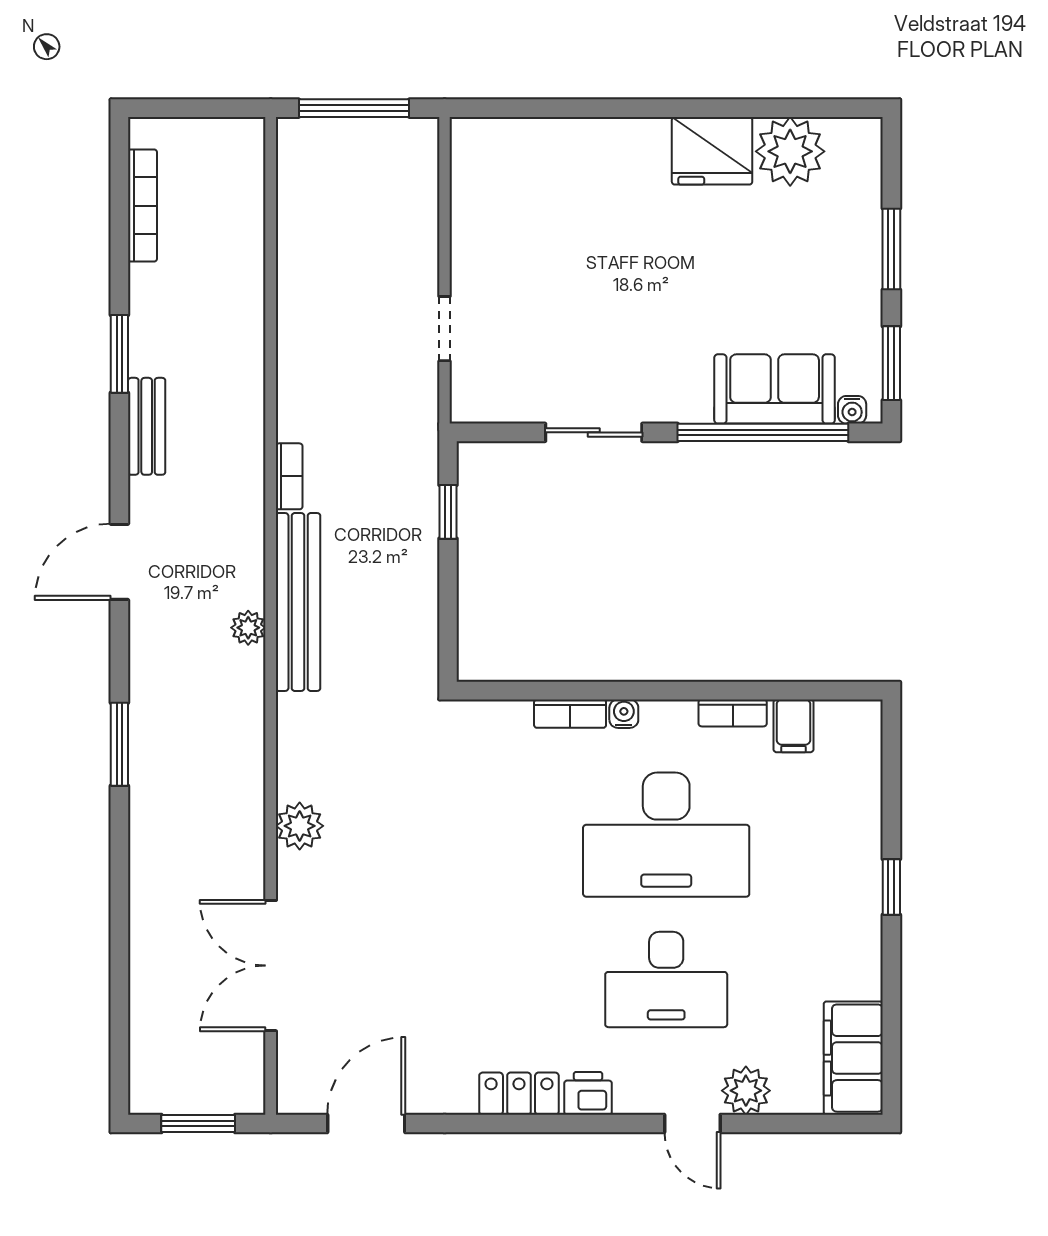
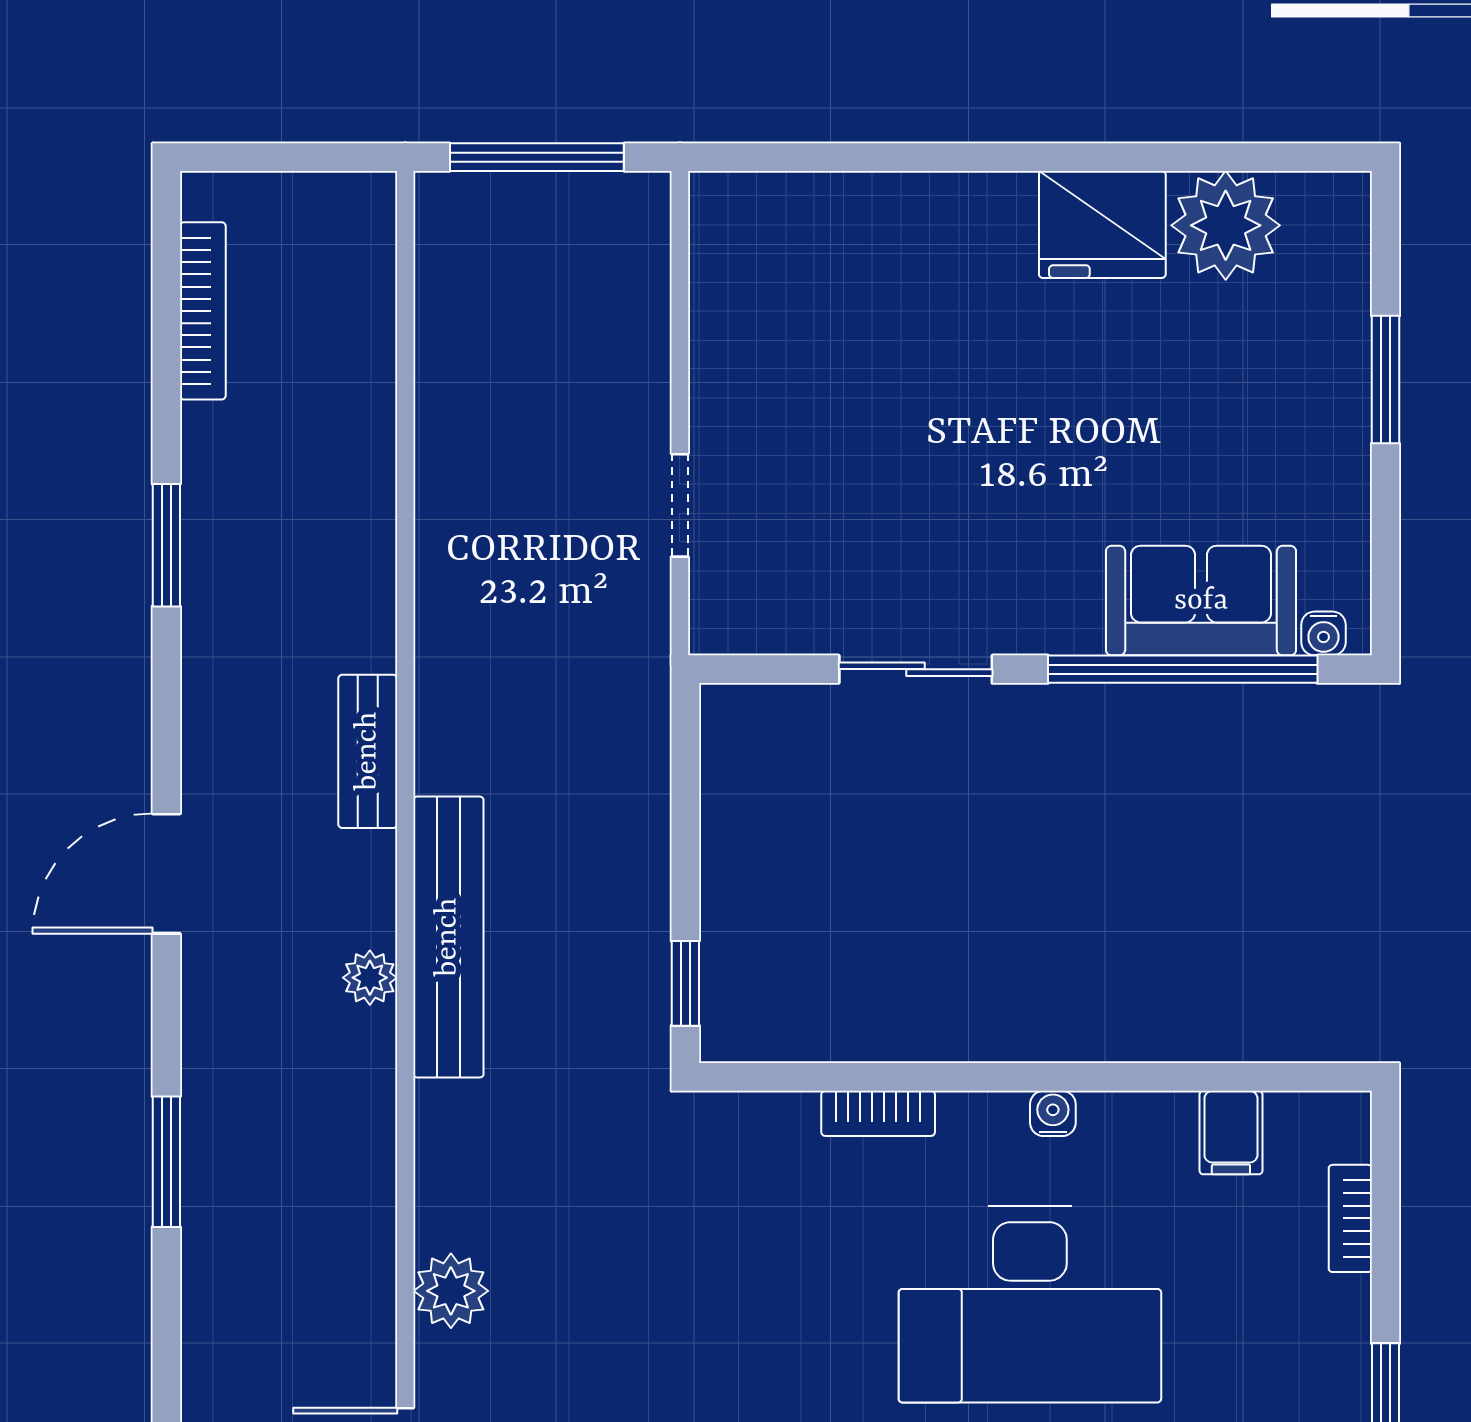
window: (891, 363) -> (1385, 560), removed
bench: (147, 426) -> (368, 751), moved
bookcase: (289, 476) -> (434, 739), removed
window: (448, 512) -> (685, 983), moved
bookcase: (733, 713) -> (1350, 1218), moved, turned 90
water cooler: (624, 714) -> (1053, 1113), moved

